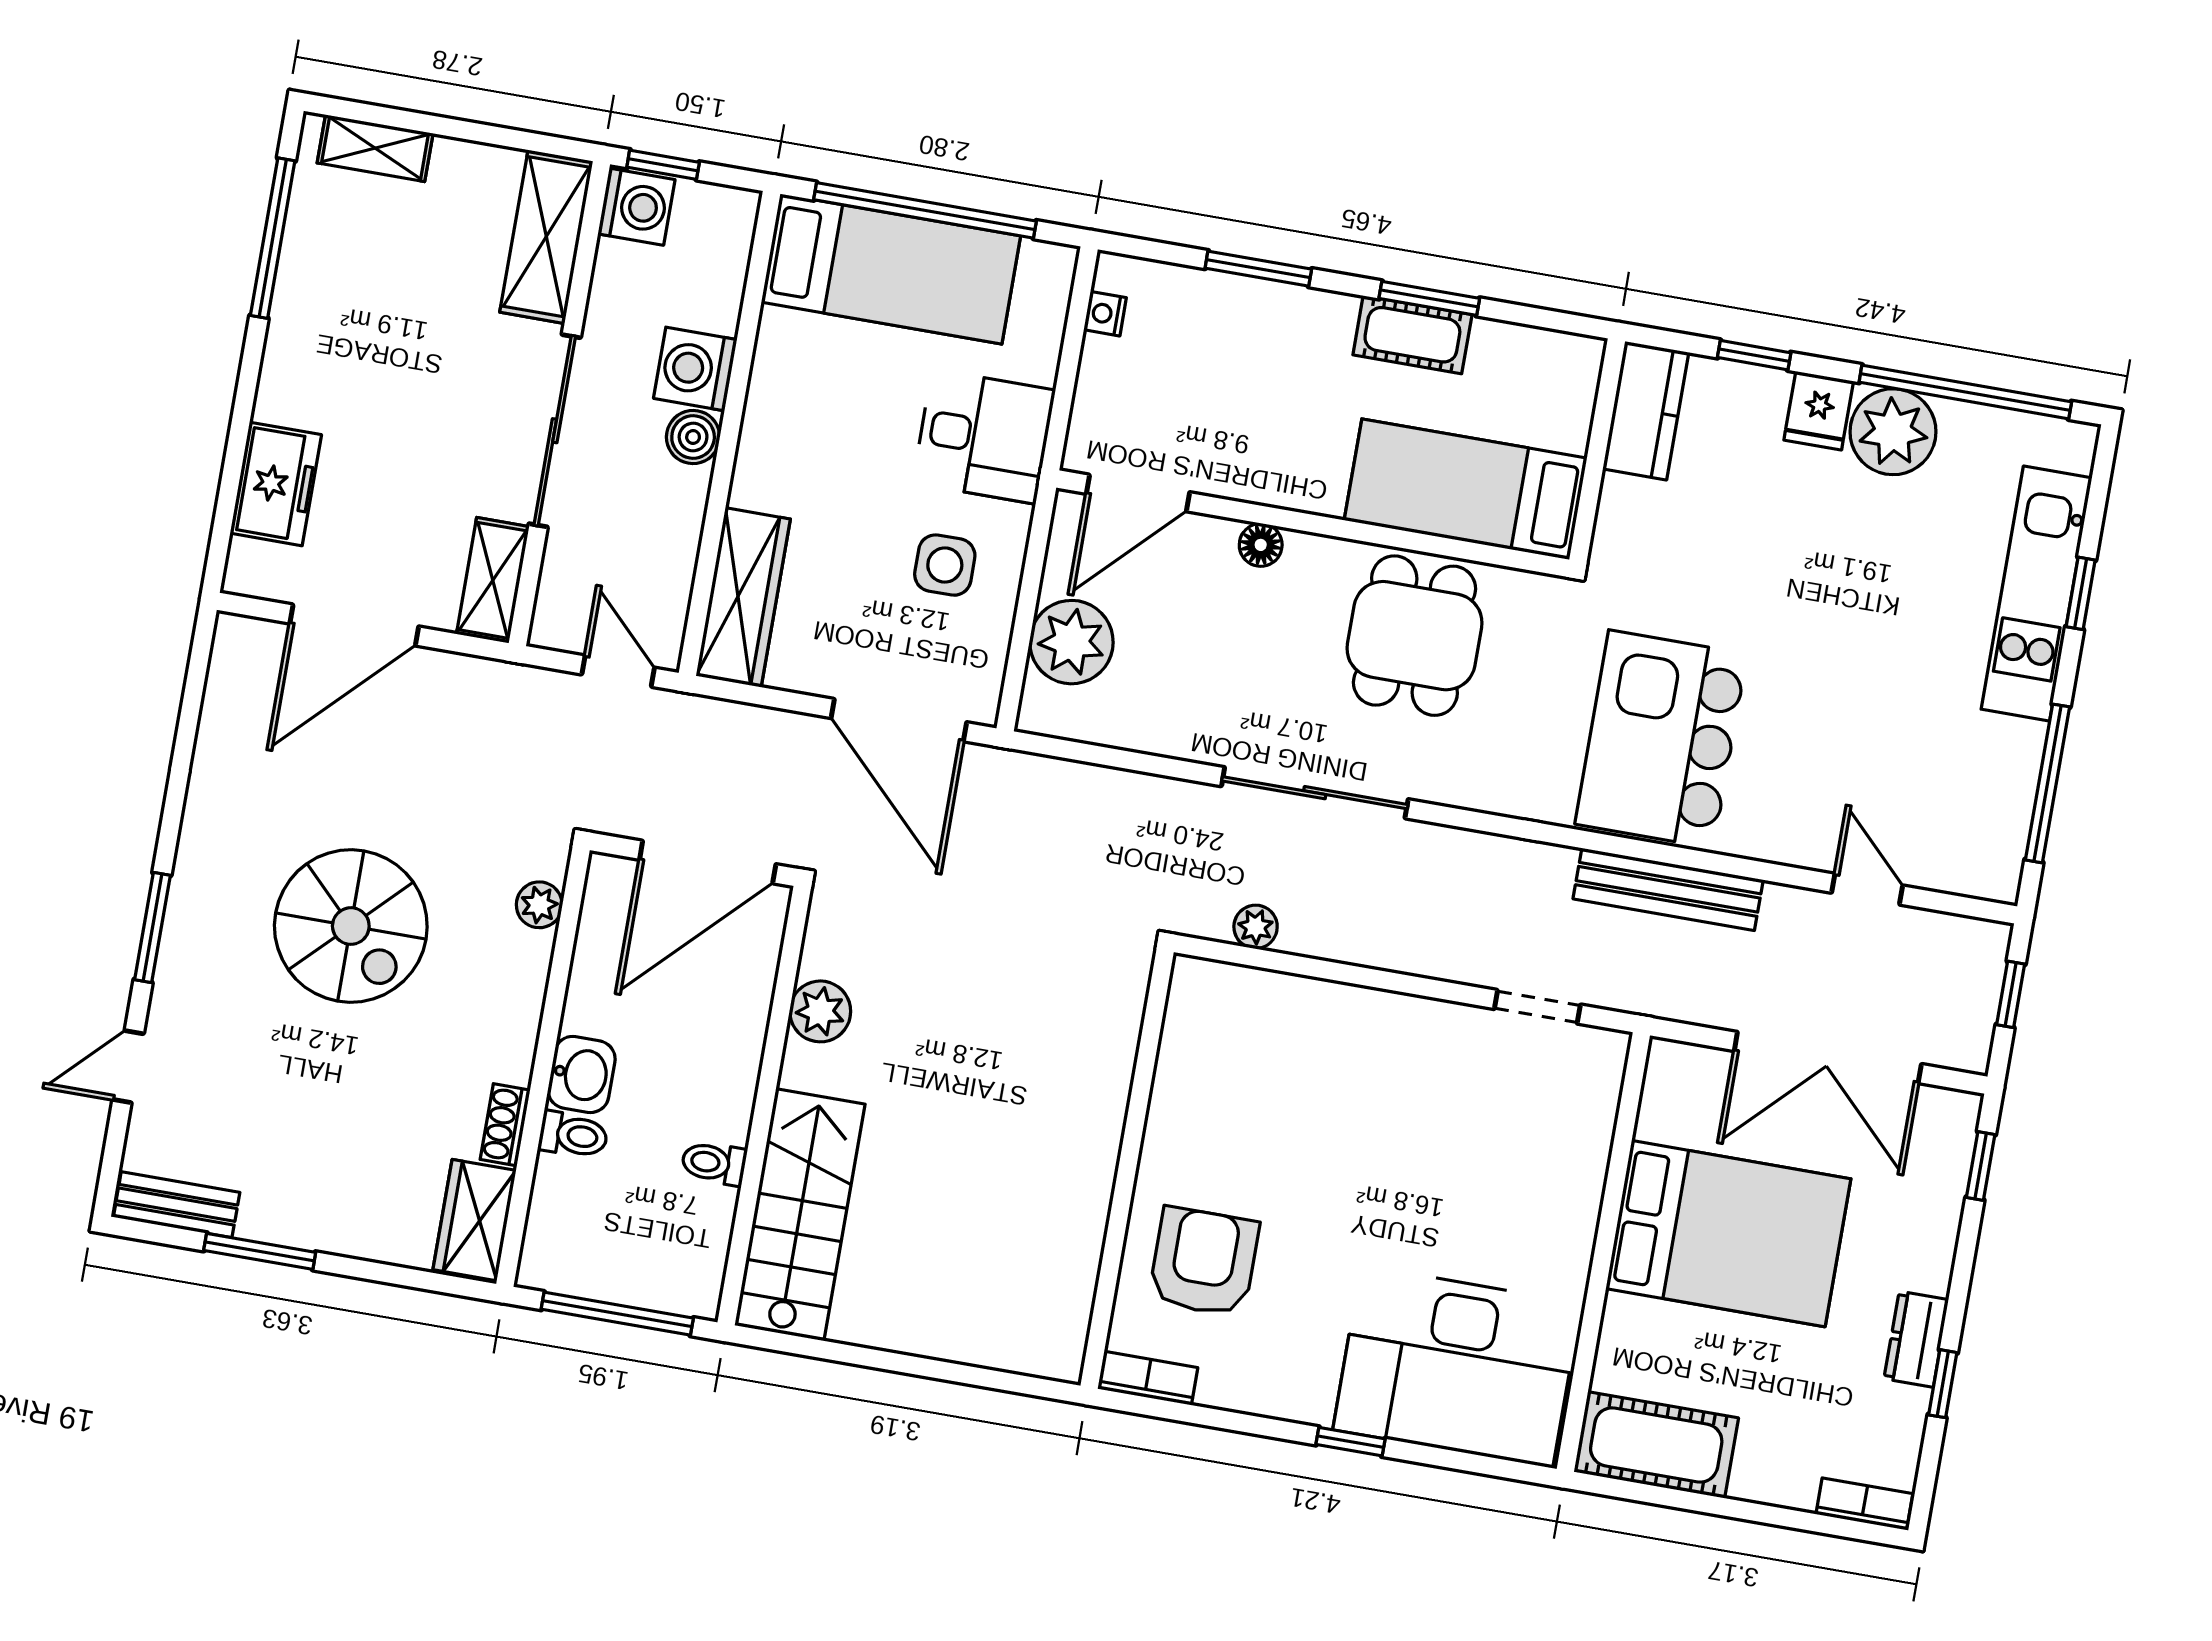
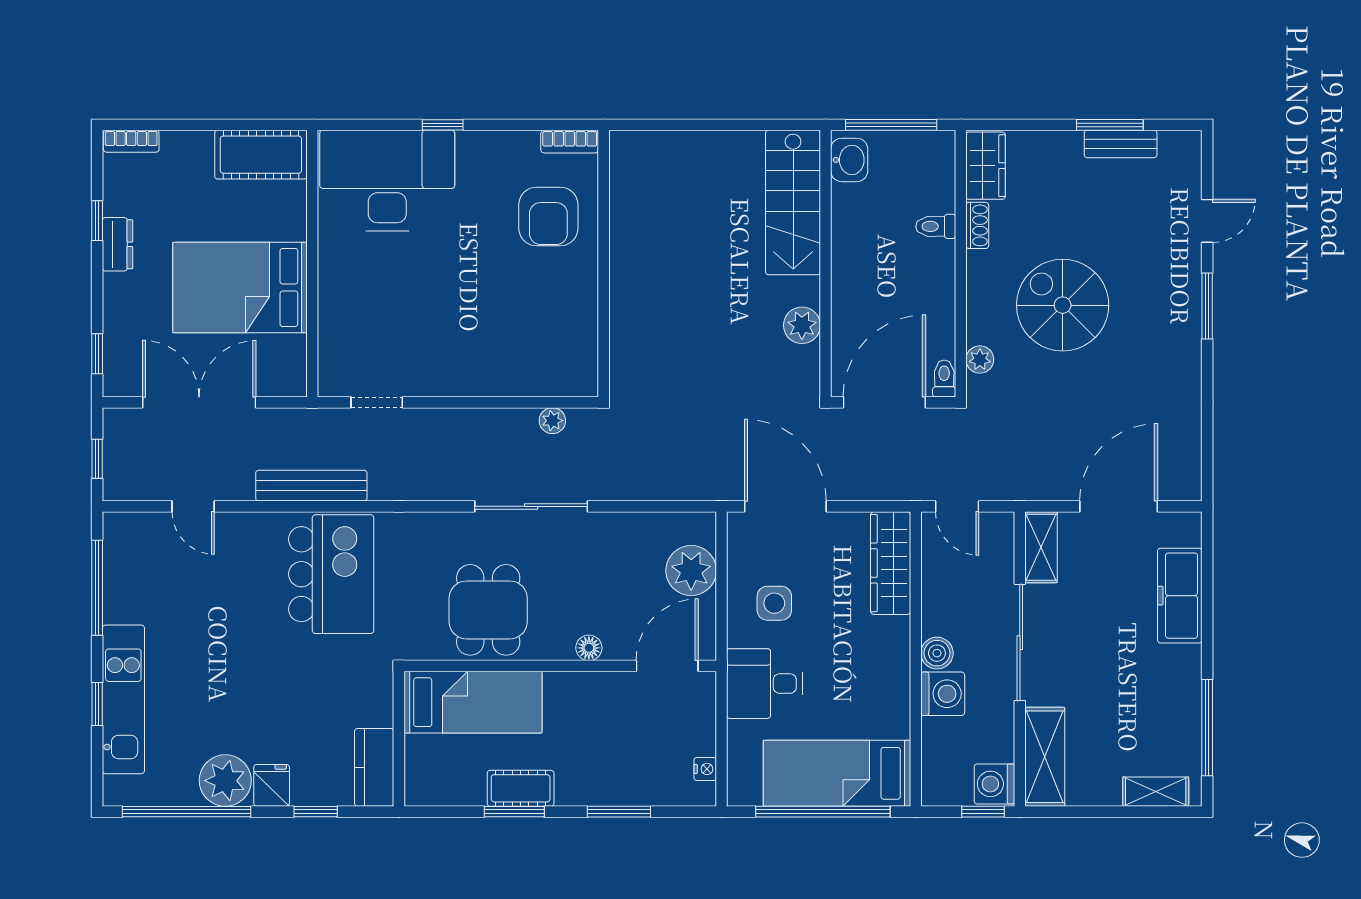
freezer: (276, 484) -> (1180, 596), width x1.40
spiral stairs: (351, 926) -> (1063, 305), moved
washbasin: (582, 1074) -> (849, 160), moved, turned 180
toilet: (714, 1163) -> (944, 378), moved, turned -90
bench: (177, 1205) -> (1121, 144), moved

